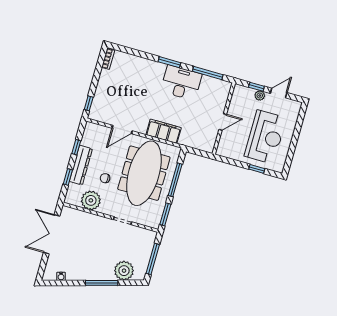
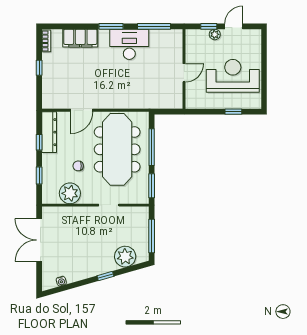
window: (89, 103) -> (39, 68), moved
filing cabinet: (164, 131) -> (80, 38), moved, turned 180
reception desk: (265, 137) -> (233, 76), turned -90
dresser: (81, 165) -> (49, 132), moved
window: (102, 283) -> (105, 276), width x0.46

